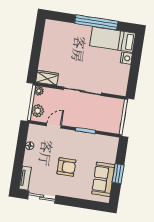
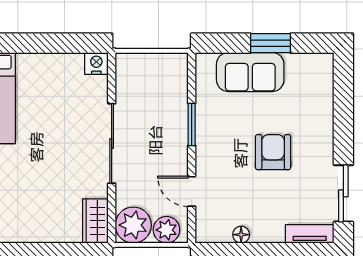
nightstand: (126, 58) -> (96, 63), moved
plant: (39, 91) -> (133, 225), width x1.88, depth x1.88
sofa: (103, 179) -> (250, 72), moved

